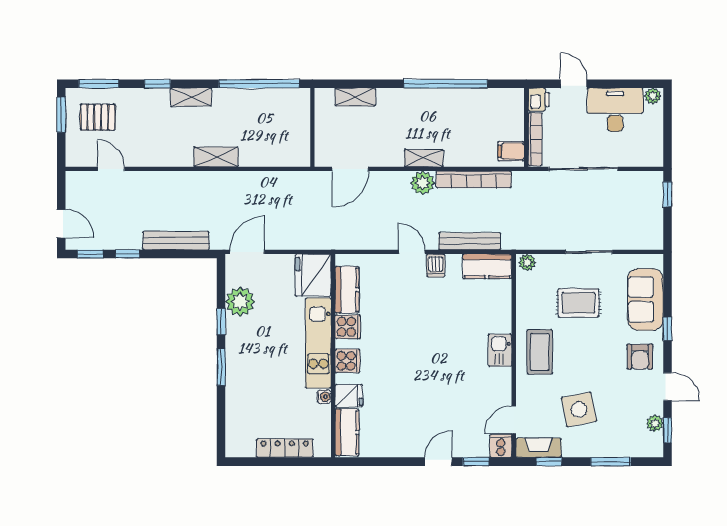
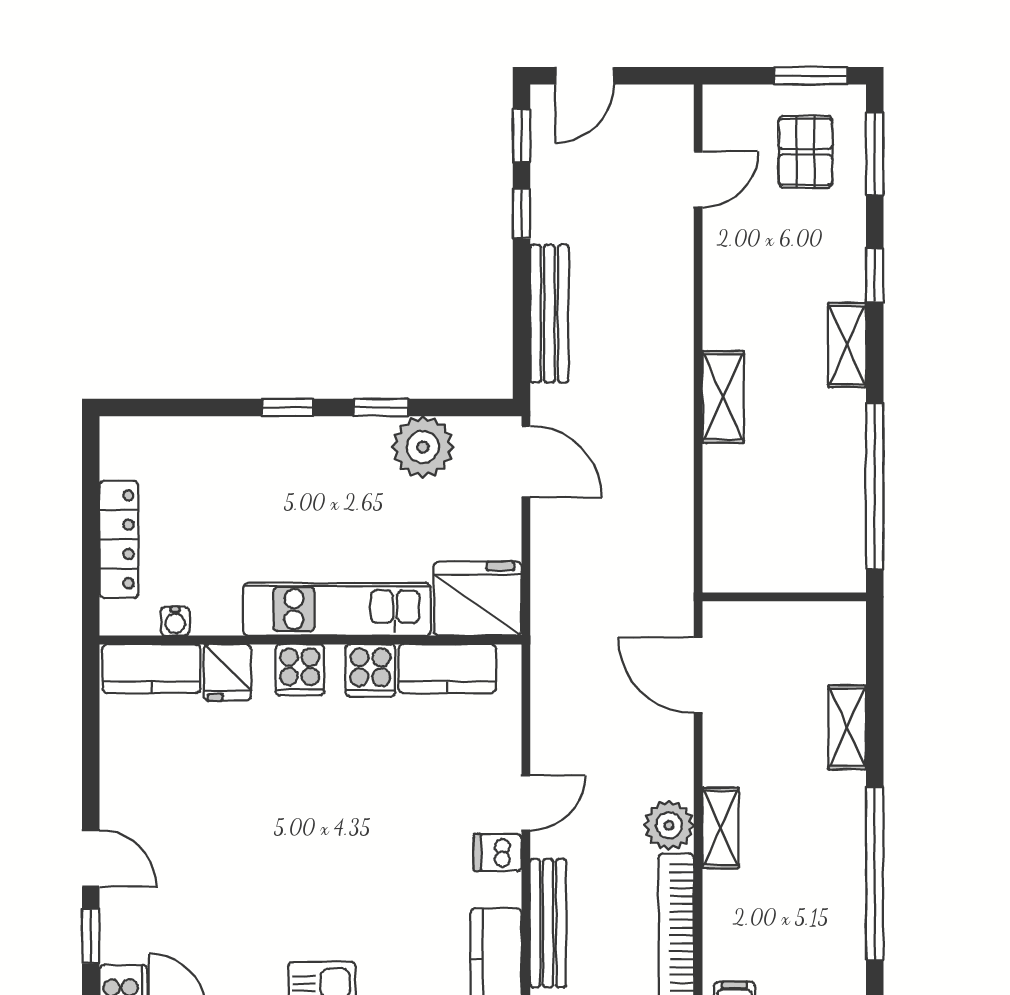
shelving: (355, 97) -> (847, 727), moved
window: (221, 367) -> (287, 407), width x0.67
water cooler: (324, 397) -> (175, 621), moved

